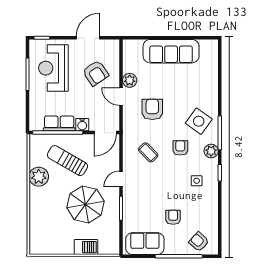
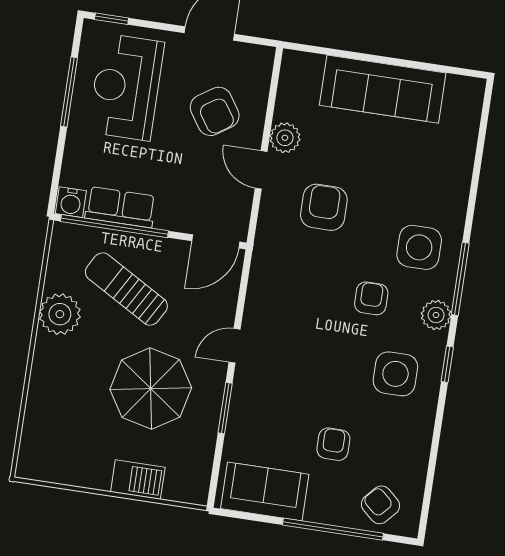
side table: (199, 121) -> (419, 247), turned -36
water cooler: (82, 125) -> (71, 202), moved
coffee table: (148, 152) -> (301, 298), removed
side table: (197, 181) -> (395, 374), width x1.87, depth x1.87

